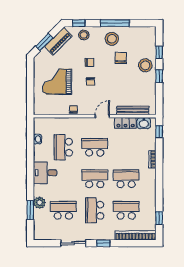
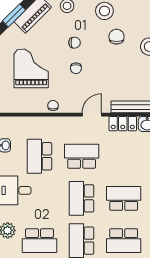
grand piano: (57, 82) -> (31, 68), turned 90
school desk: (95, 179) -> (82, 198), turned -90
school desk: (63, 210) -> (39, 241), turned 180
school desk: (126, 210) -> (124, 241), turned 180

